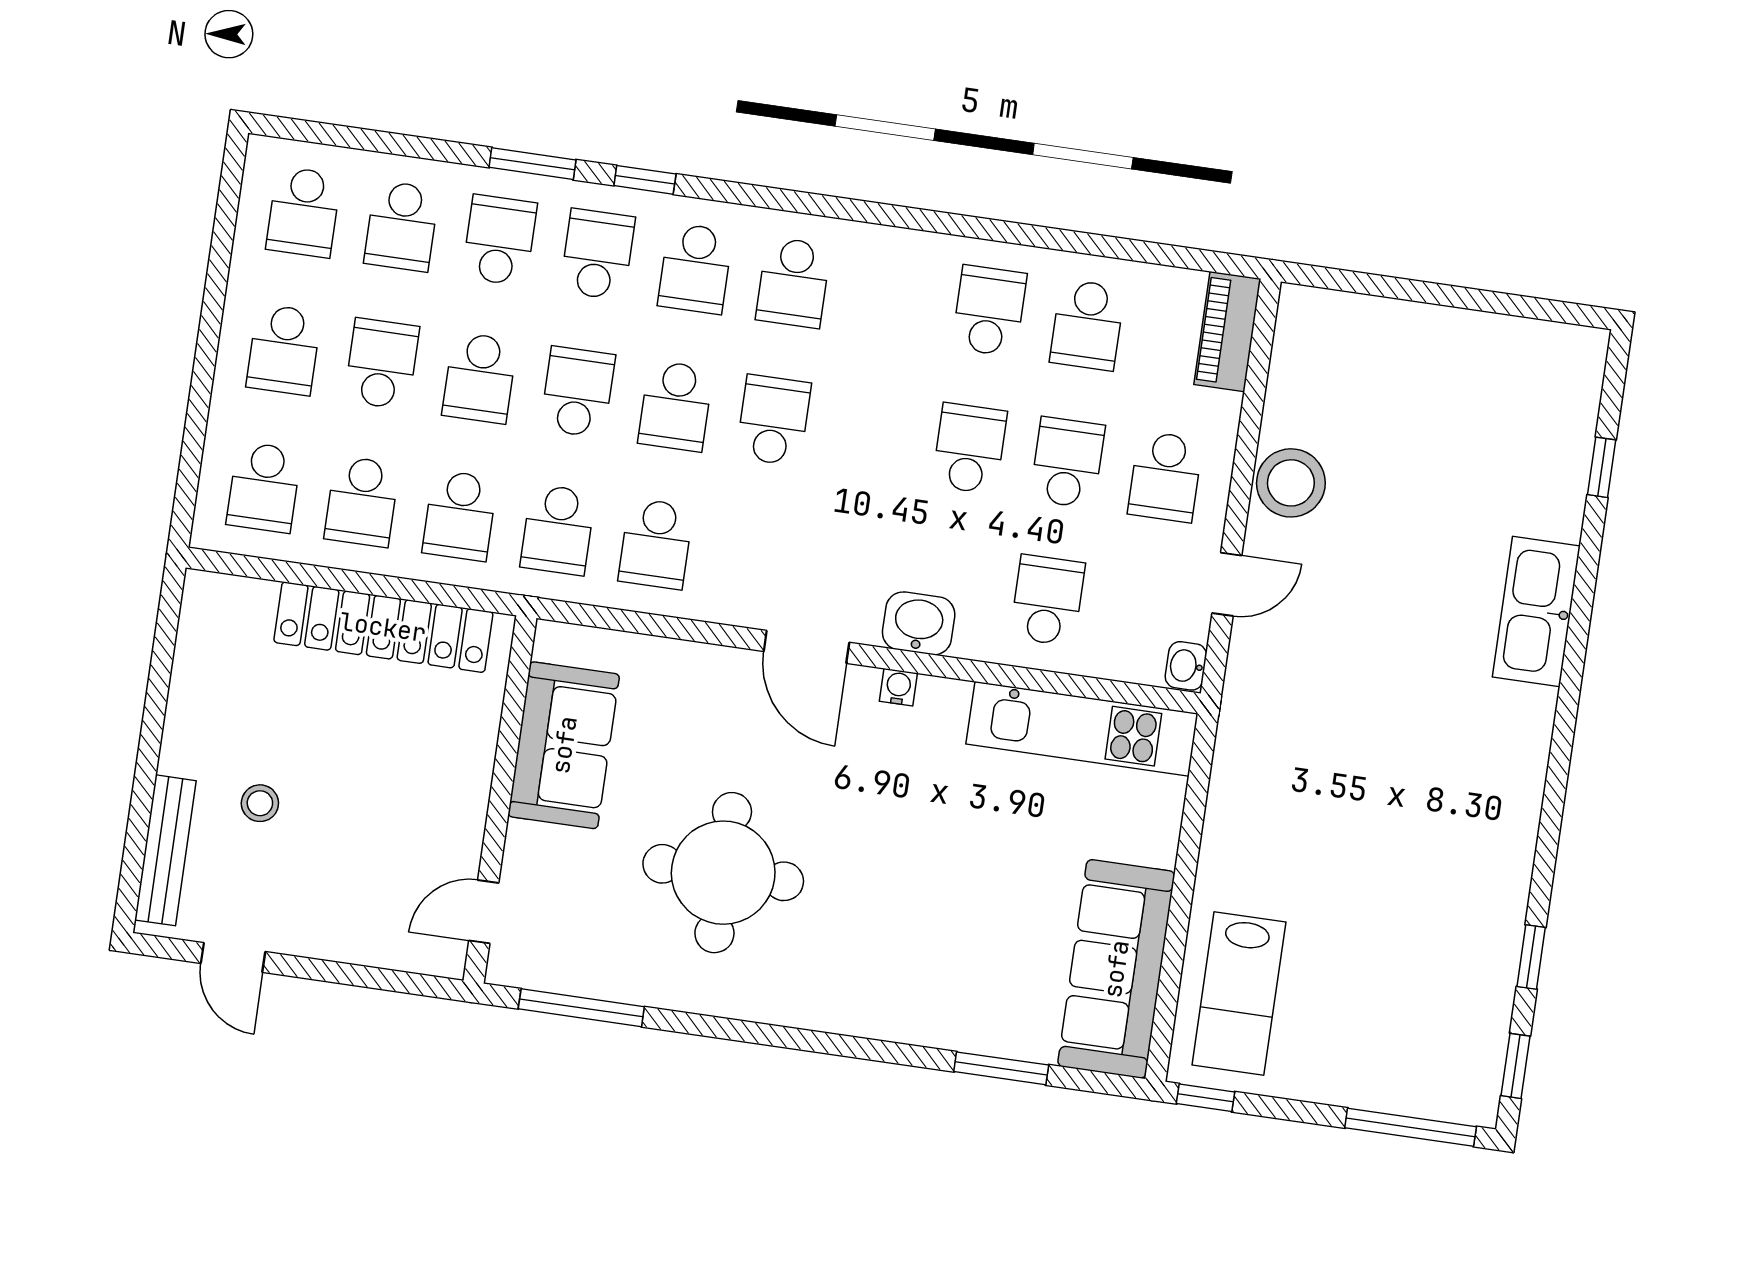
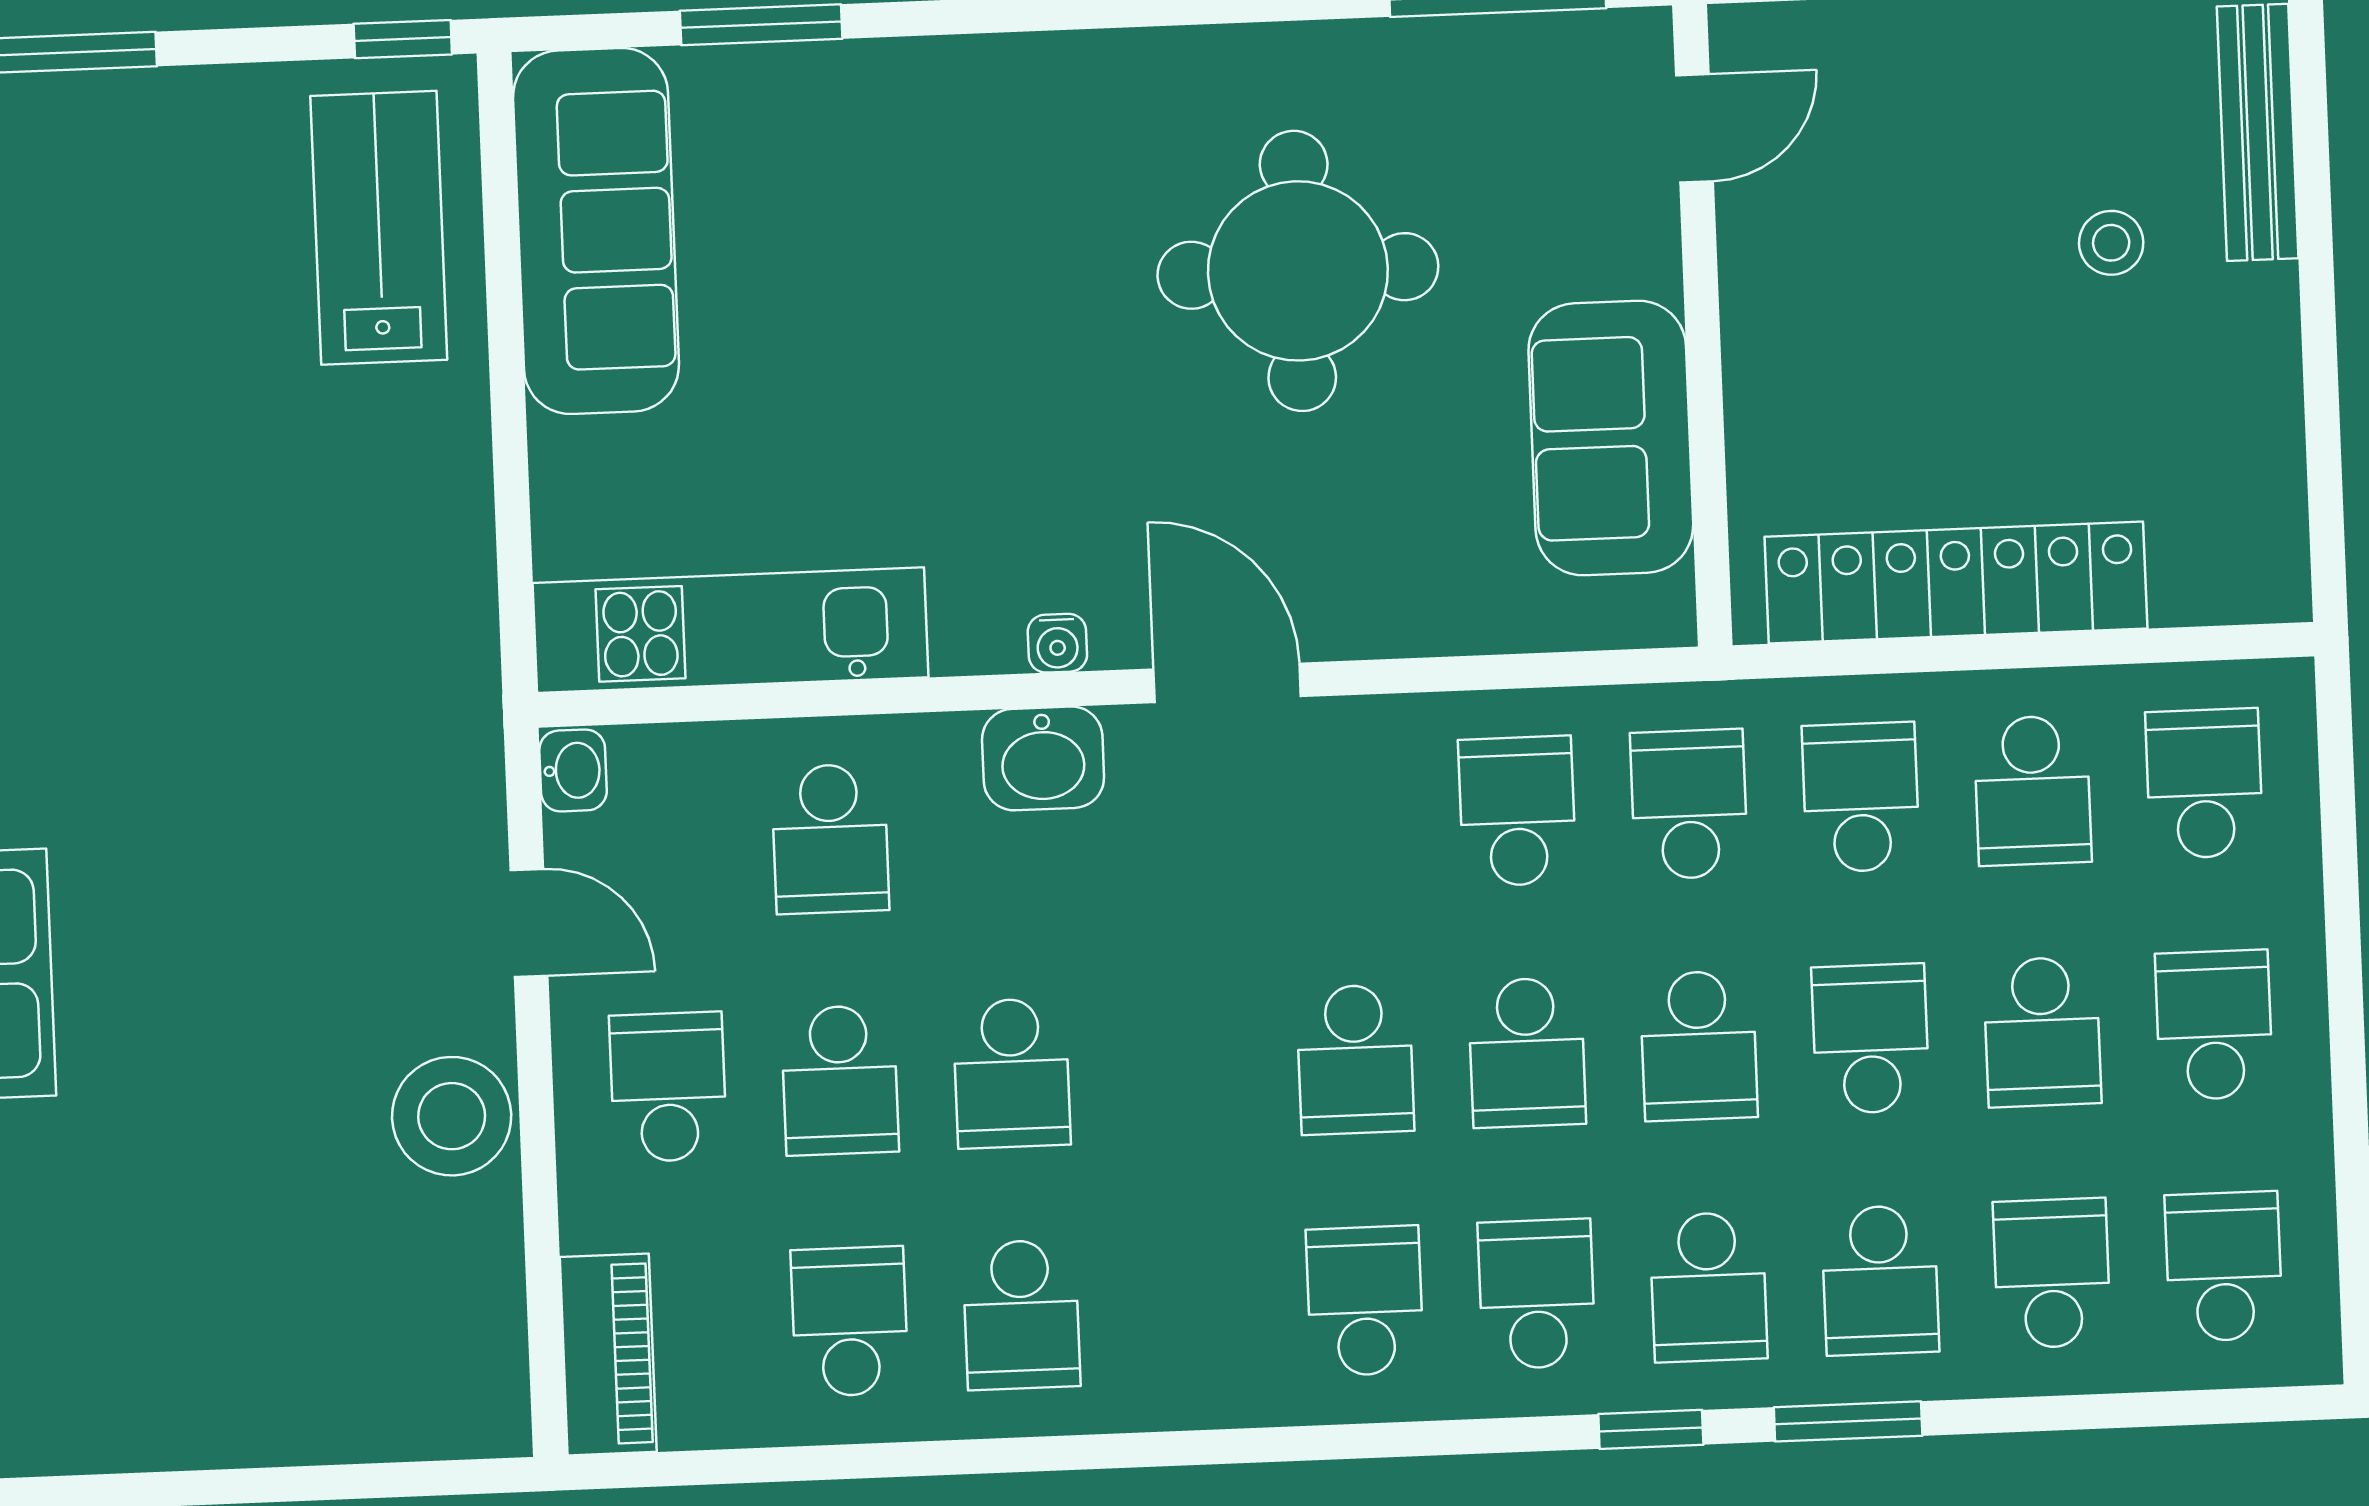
school desk: (676, 406) -> (1527, 1053), turned 180
school desk: (362, 501) -> (2033, 790), turned 180
door: (1227, 584) -> (529, 923), swing flipped

